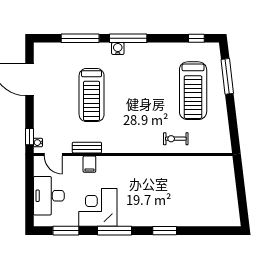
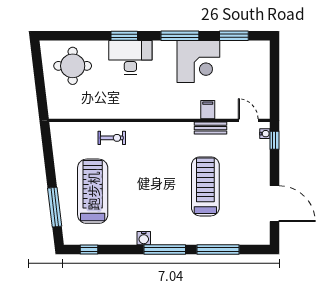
water cooler: (118, 48) -> (144, 238), moved
desk: (49, 196) -> (130, 57), moved, turned -90
round table: (211, 204) -> (73, 66), added

